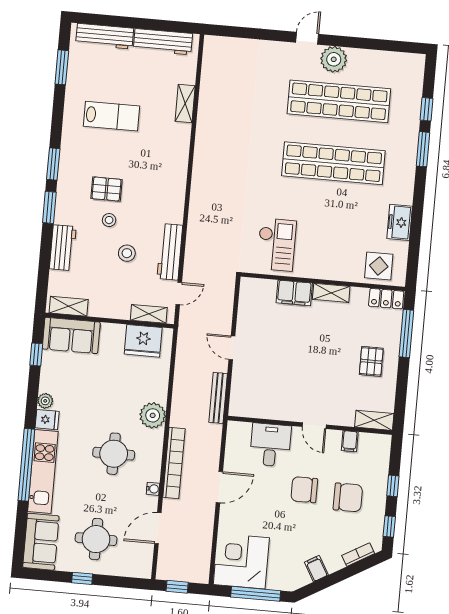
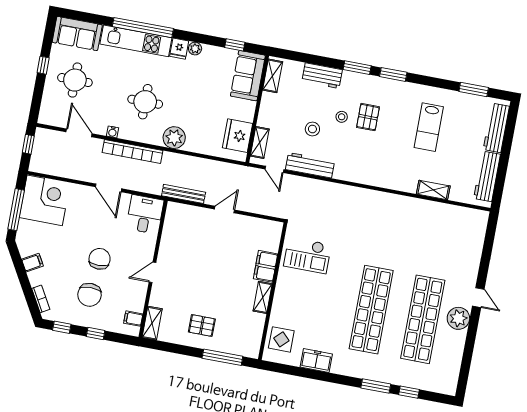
locker: (386, 299) -> (253, 343), removed
filing cabinet: (350, 441) -> (133, 319), moved
desk: (270, 445) -> (145, 214), moved, turned -90

